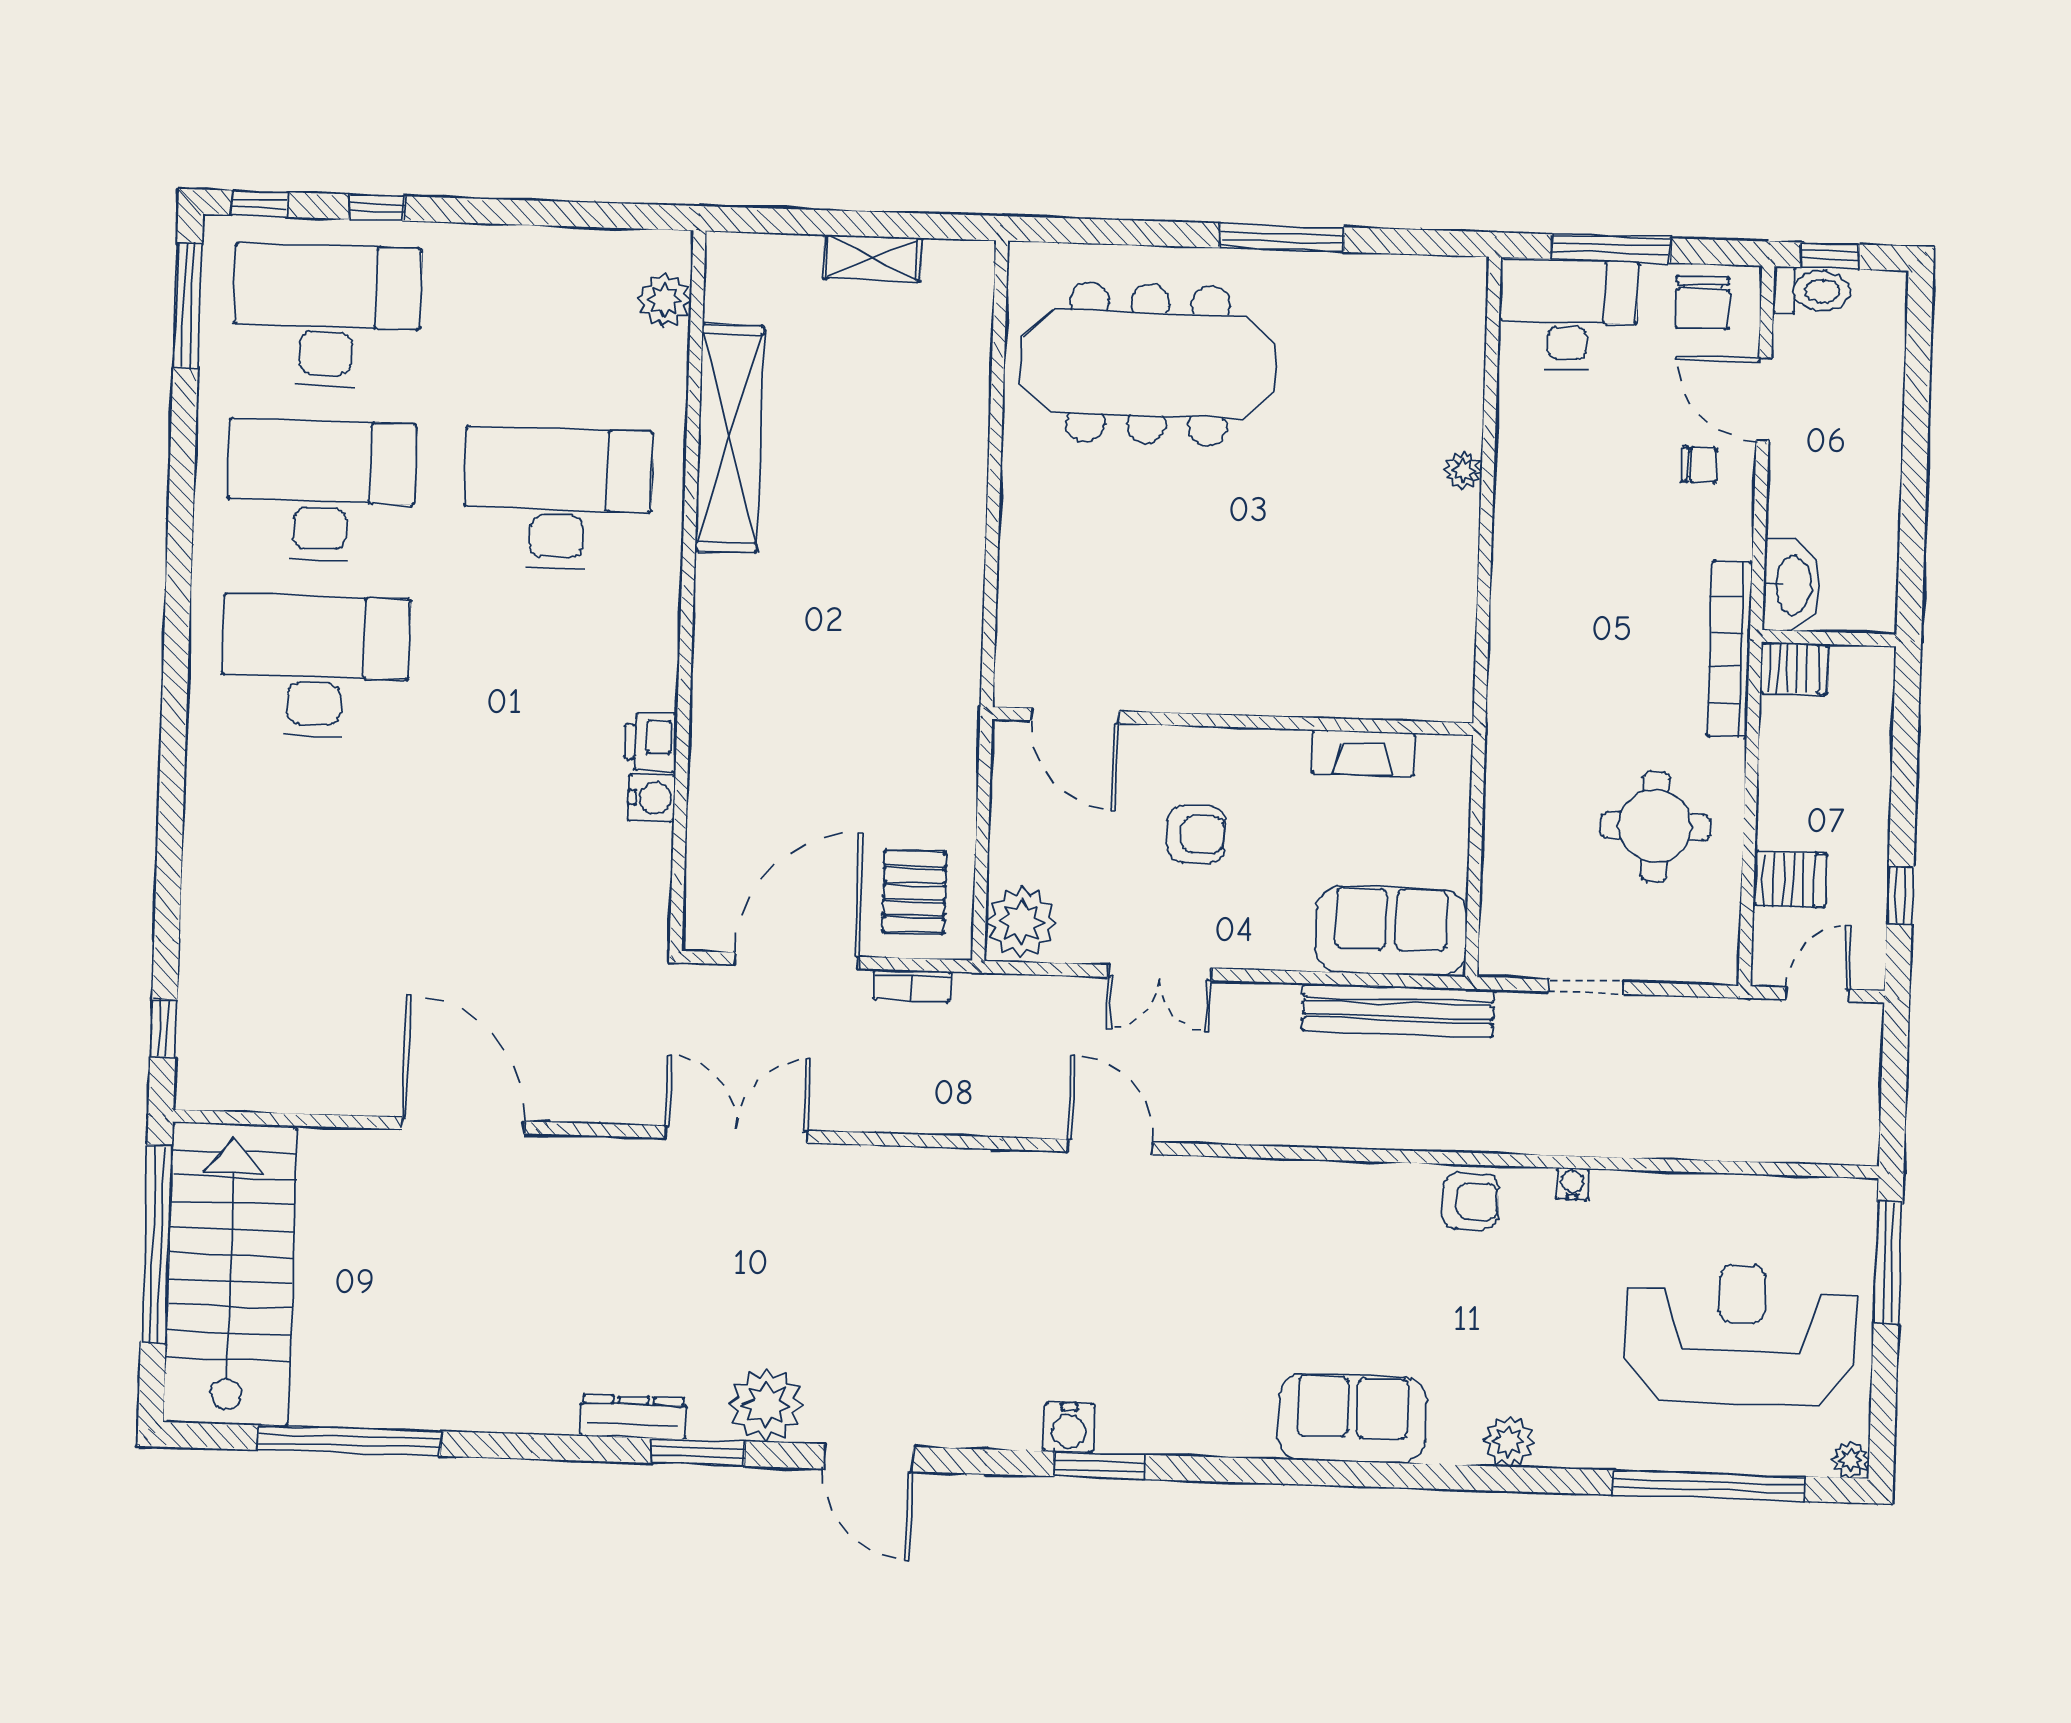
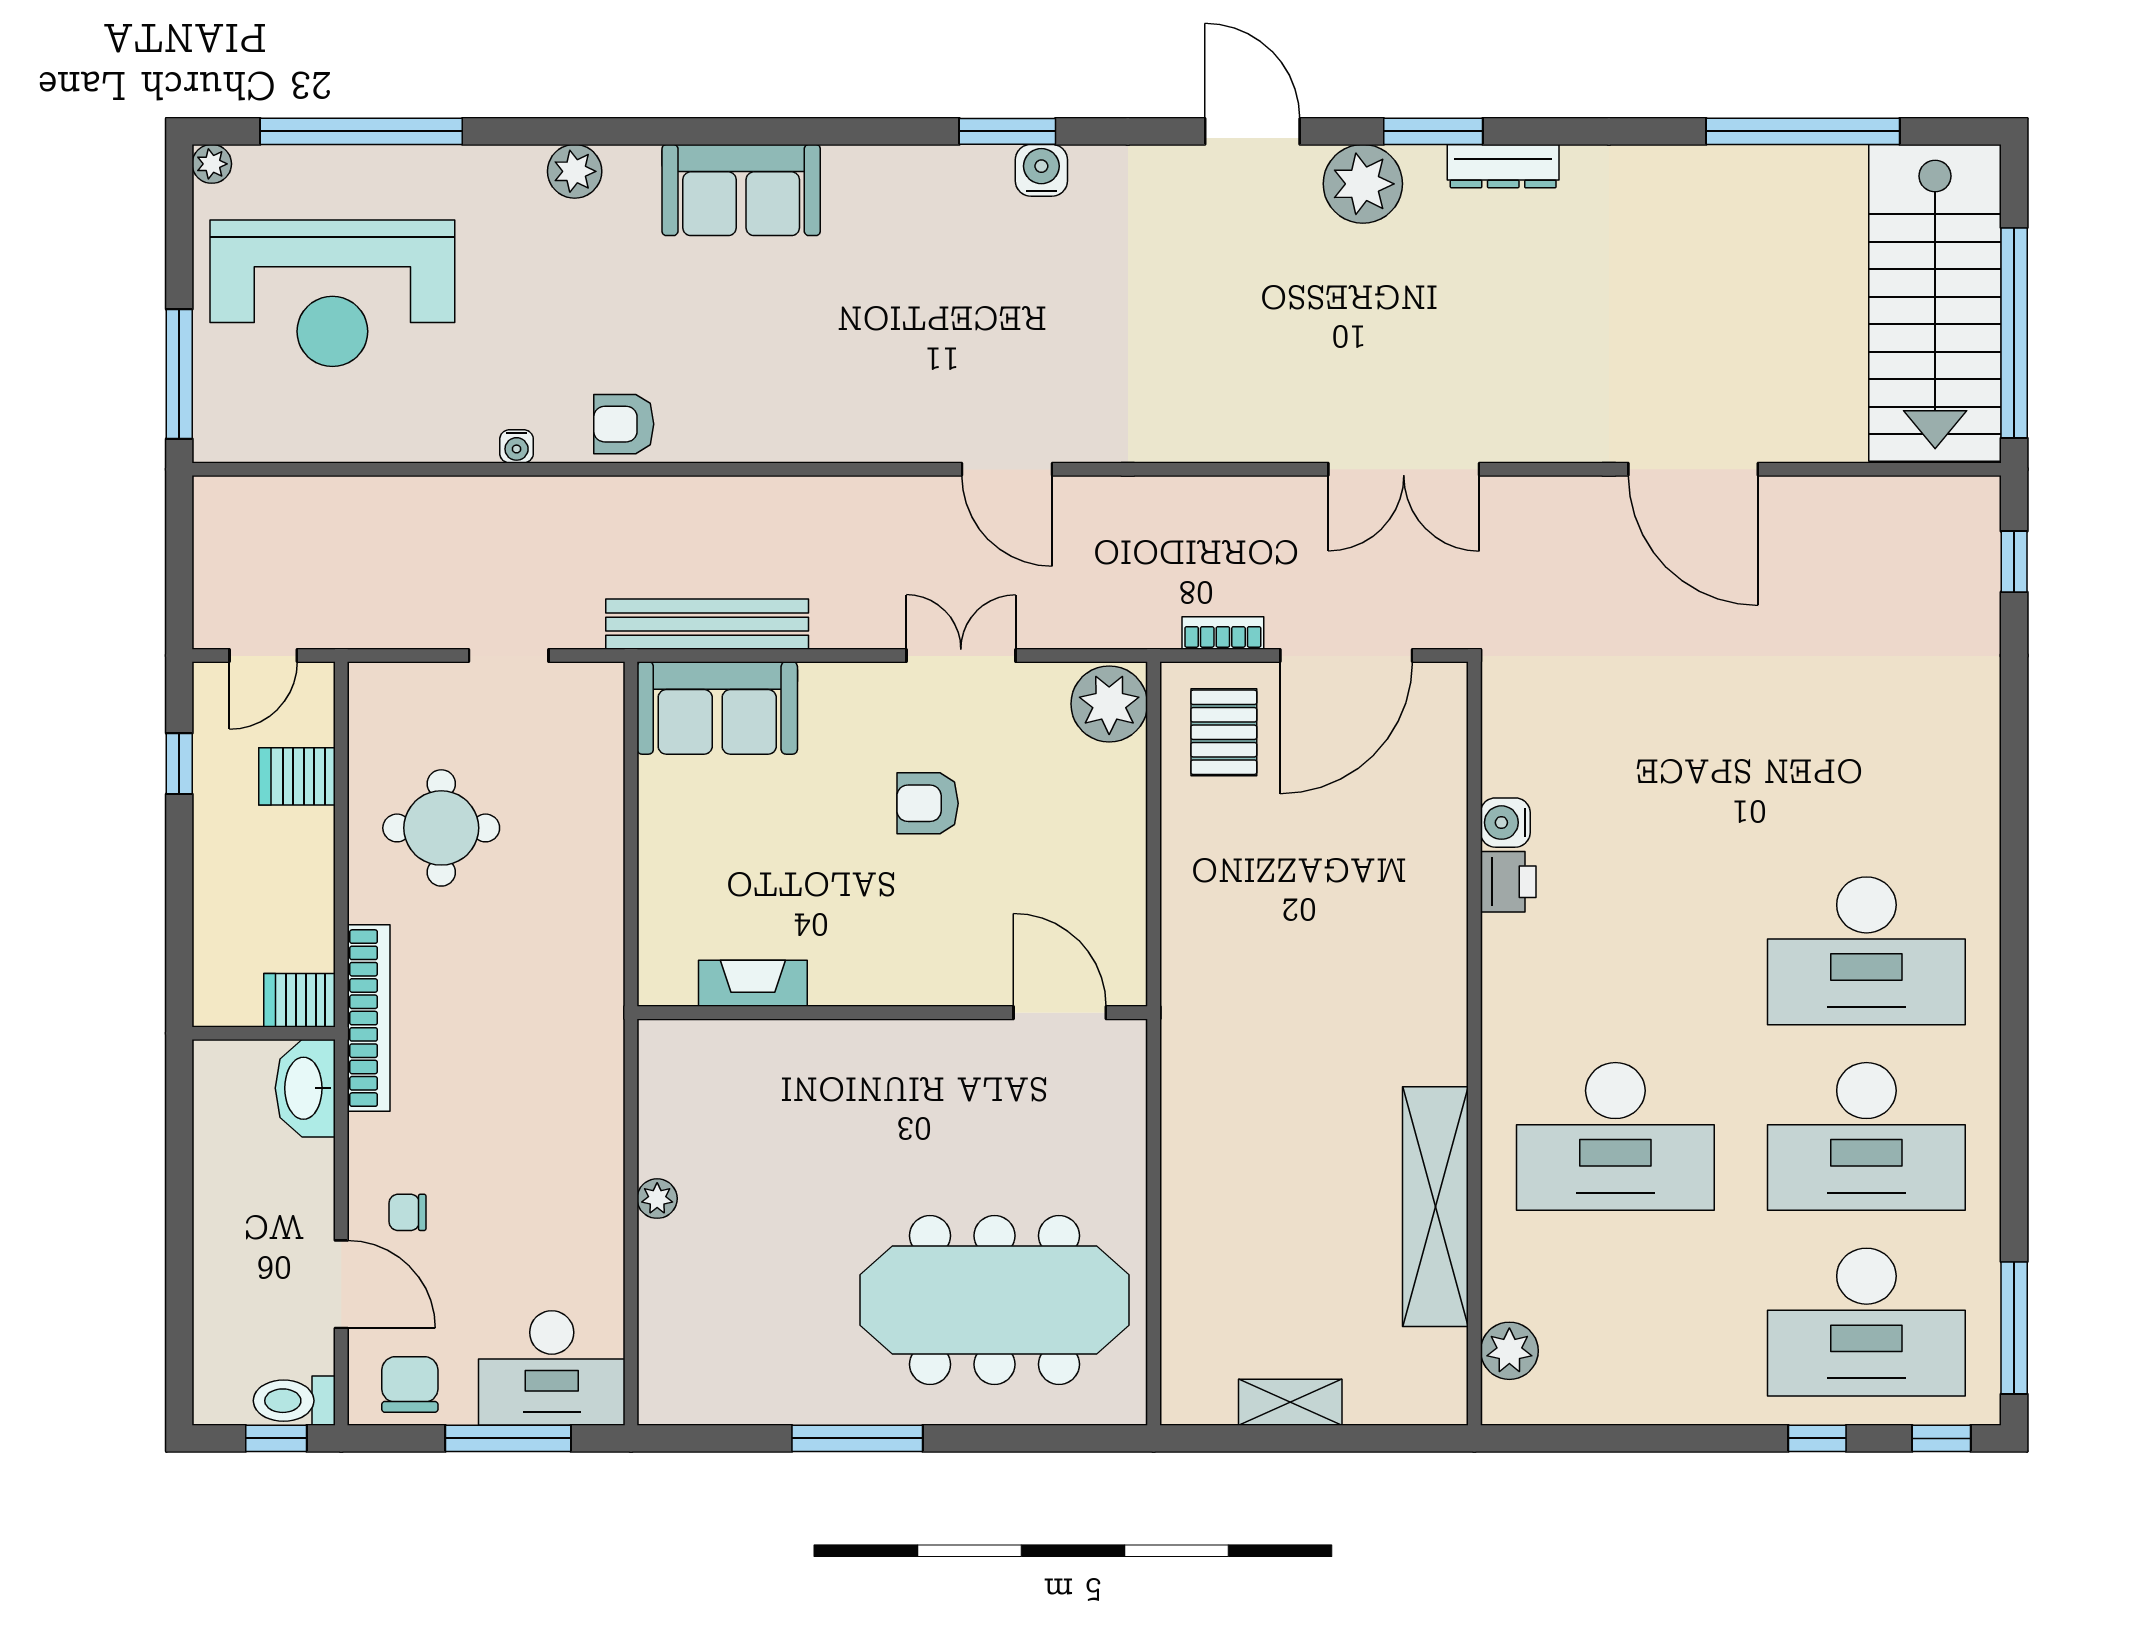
door: (1075, 716) -> (1060, 1013), moved
wall: (1233, 721) -> (892, 1013), moved
fireplace: (1363, 753) -> (753, 983), moved

